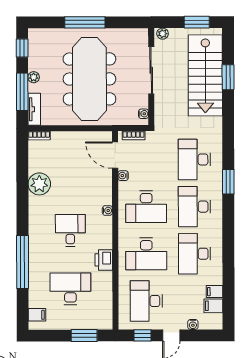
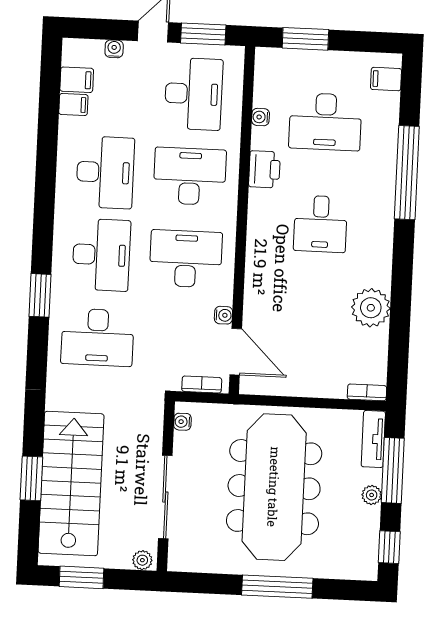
desk: (194, 159) -> (97, 337), turned 90
water cooler: (107, 211) -> (260, 117), moved
window: (142, 335) -> (203, 34), width x1.50

